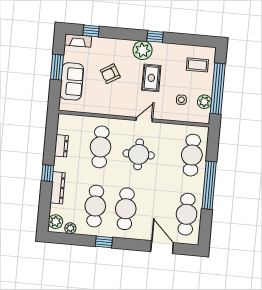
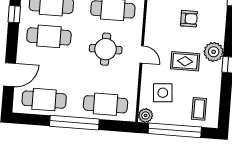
armchair: (110, 74) -> (189, 19), turned 121
side table: (181, 100) -> (163, 93), width x1.87, depth x1.87
plant: (204, 102) -> (146, 115), moved

